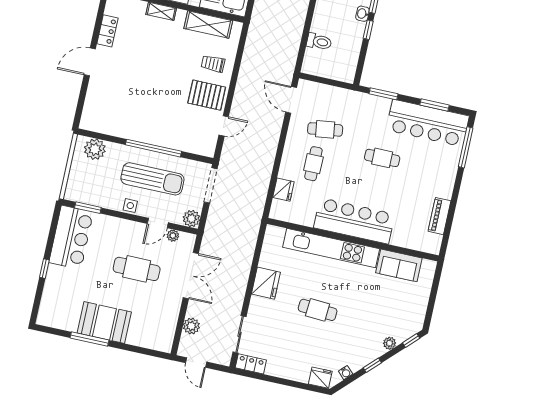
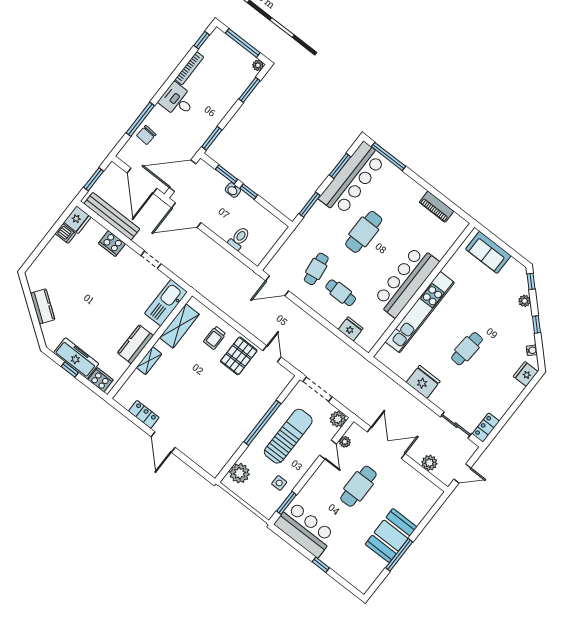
cafe table: (382, 158) -> (364, 232), width x1.37, depth x1.35
side table: (130, 206) -> (279, 483), moved
sofa: (399, 265) -> (488, 252), moved, turned 90

